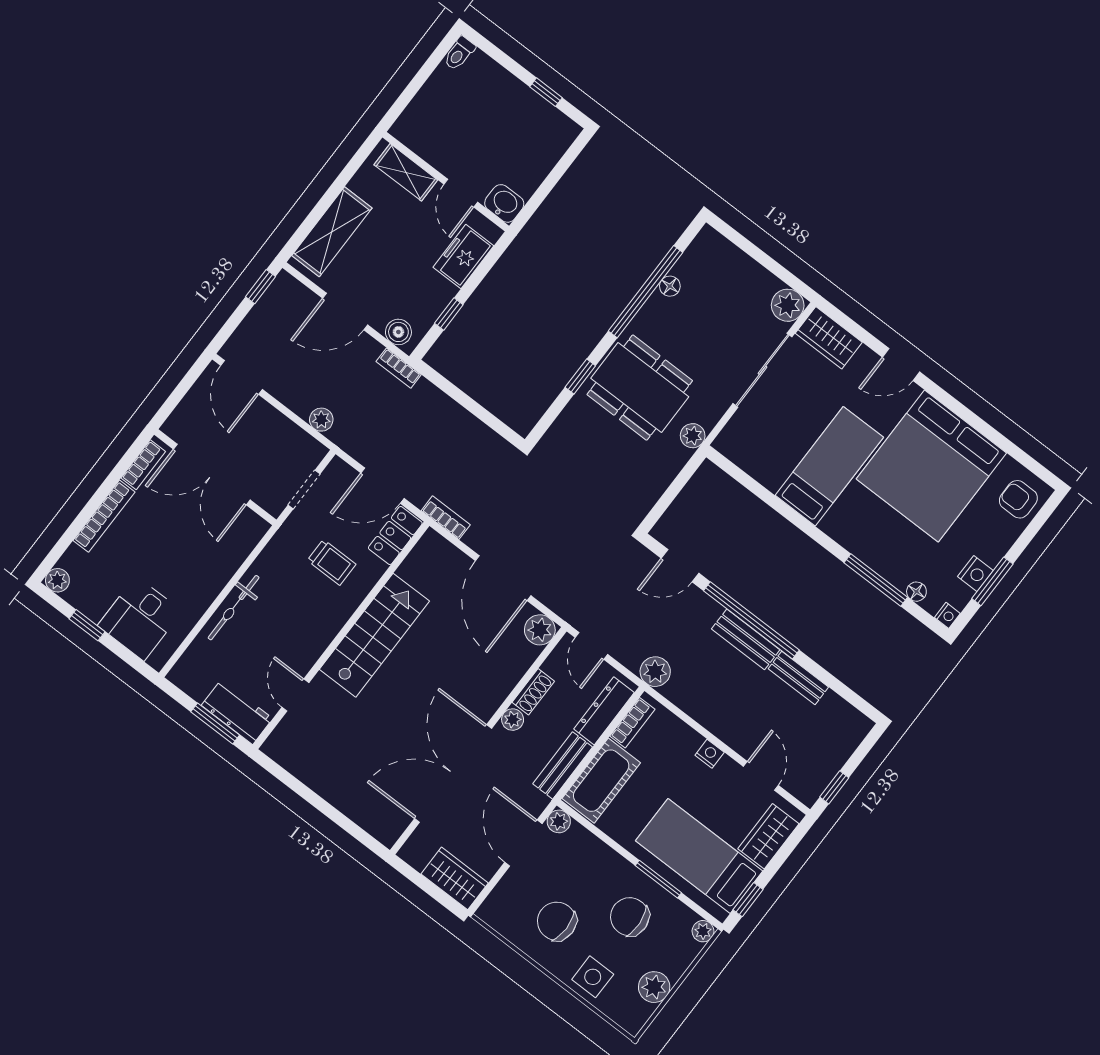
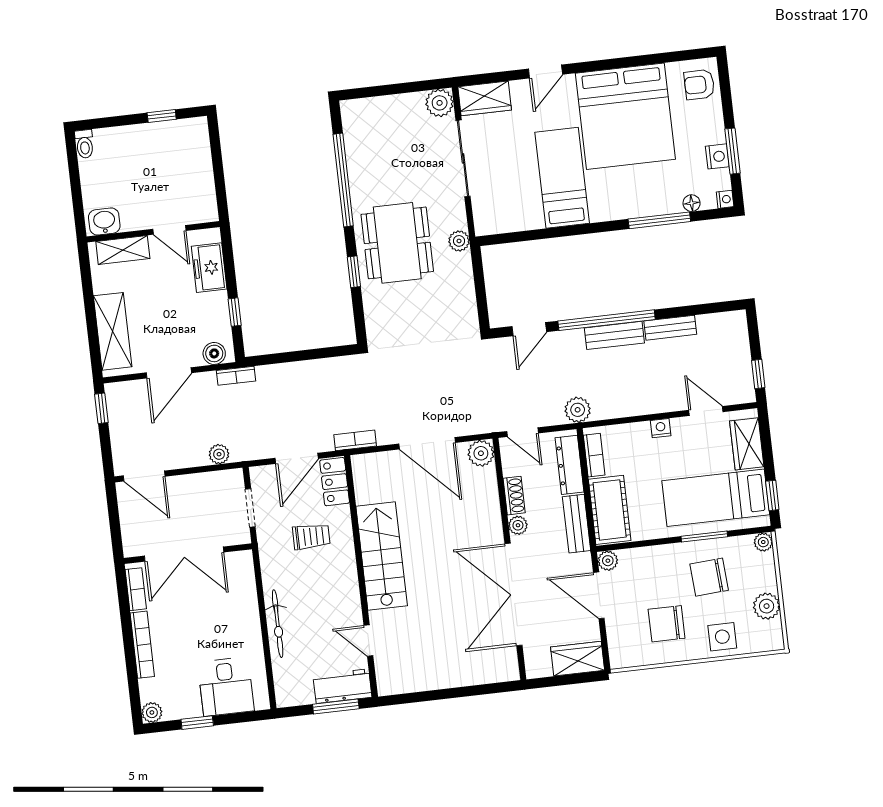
washbasin: (504, 203) -> (104, 221), moved
floor lamp: (670, 286) -> (355, 162), removed
dining table: (640, 388) -> (397, 243), turned 90

